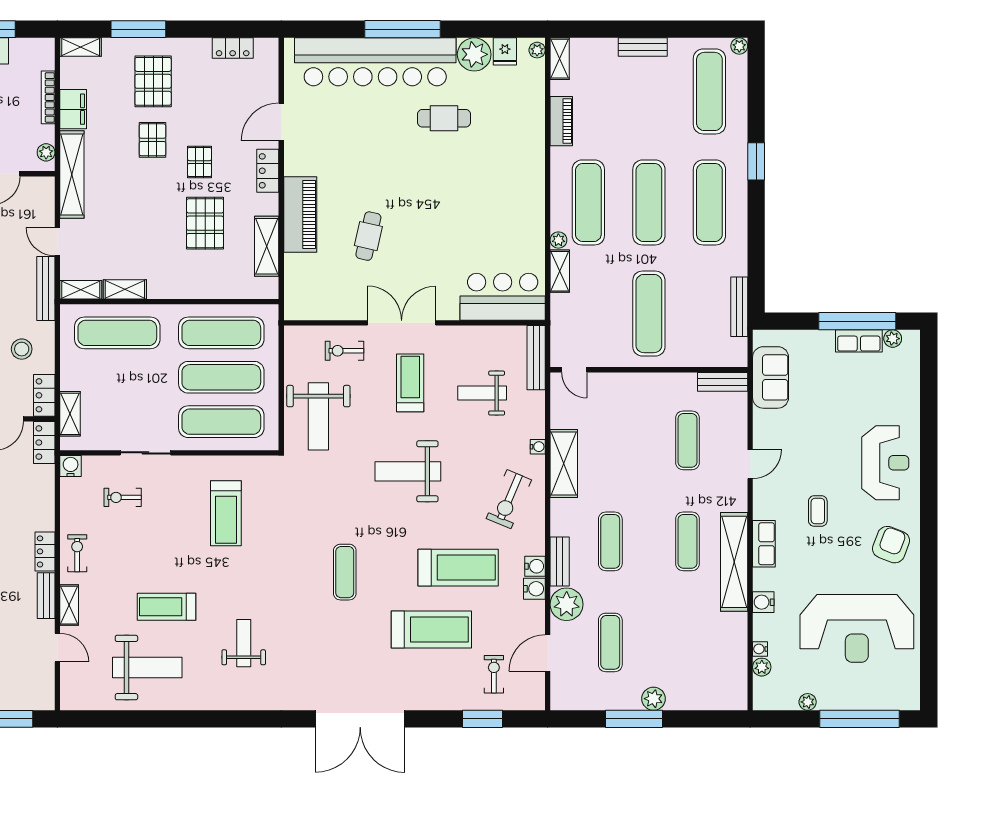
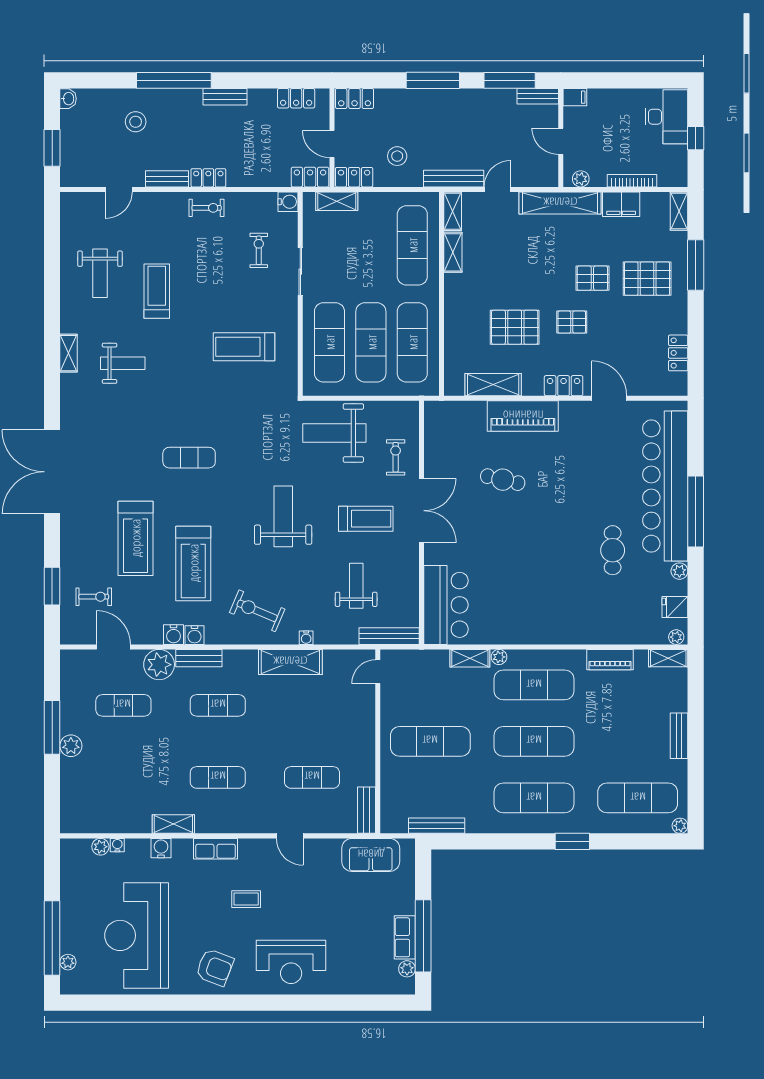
plant: (474, 54) -> (679, 571), width x0.53, depth x0.53
shelving: (734, 562) -> (173, 824), width x0.45, depth x0.75
shelving: (69, 605) -> (69, 353), moved, turned 90
weight bench: (147, 668) -> (100, 273), width x0.73, depth x0.75
plant: (808, 702) -> (68, 962), moved

